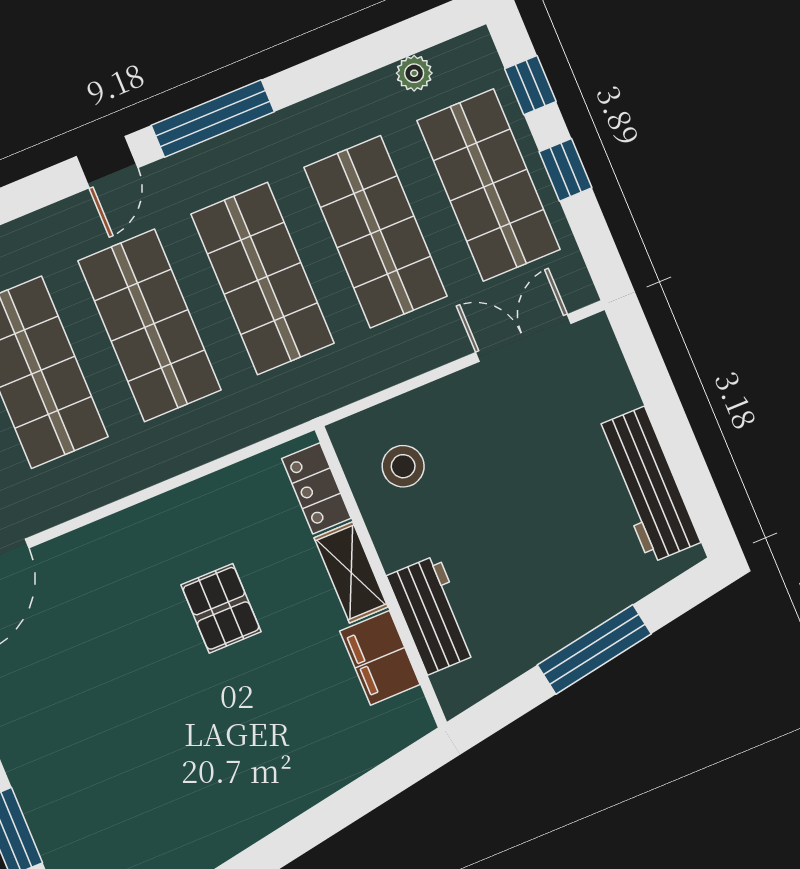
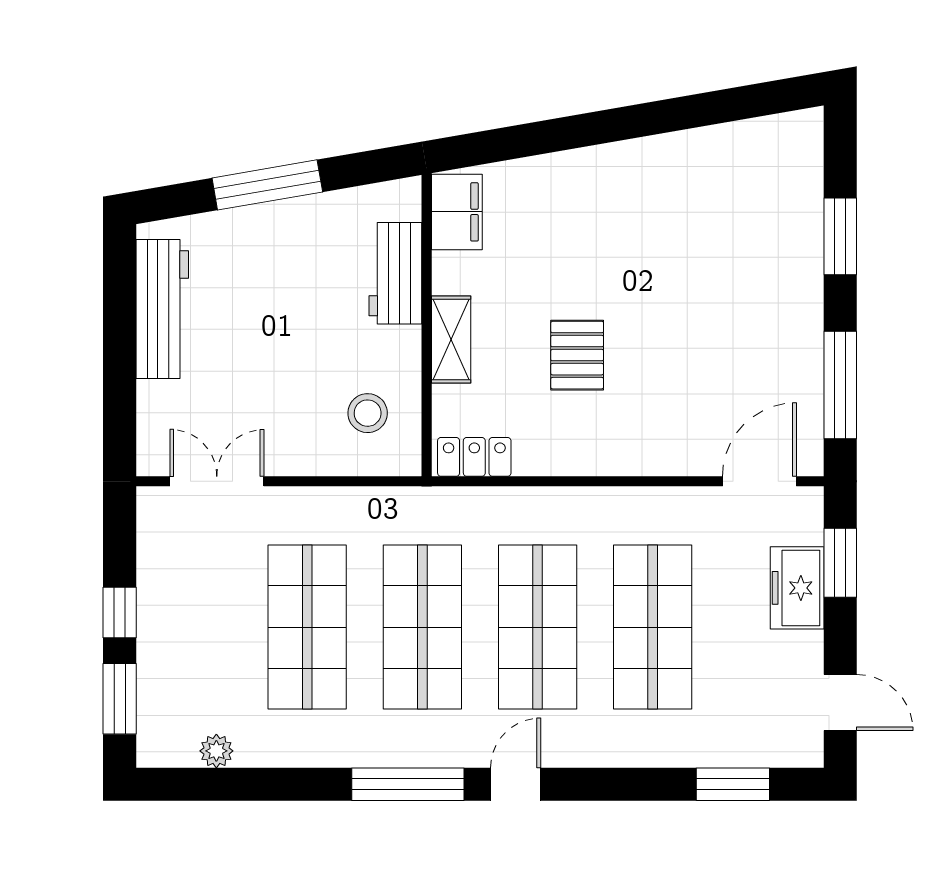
window: (530, 85) -> (120, 699), width x1.50
shop shelf: (488, 185) -> (192, 627), removed
double door: (523, 338) -> (217, 481), swing flipped
locker: (316, 488) -> (474, 457), moved, turned -90
filing cabinet: (380, 658) -> (457, 212), moved

